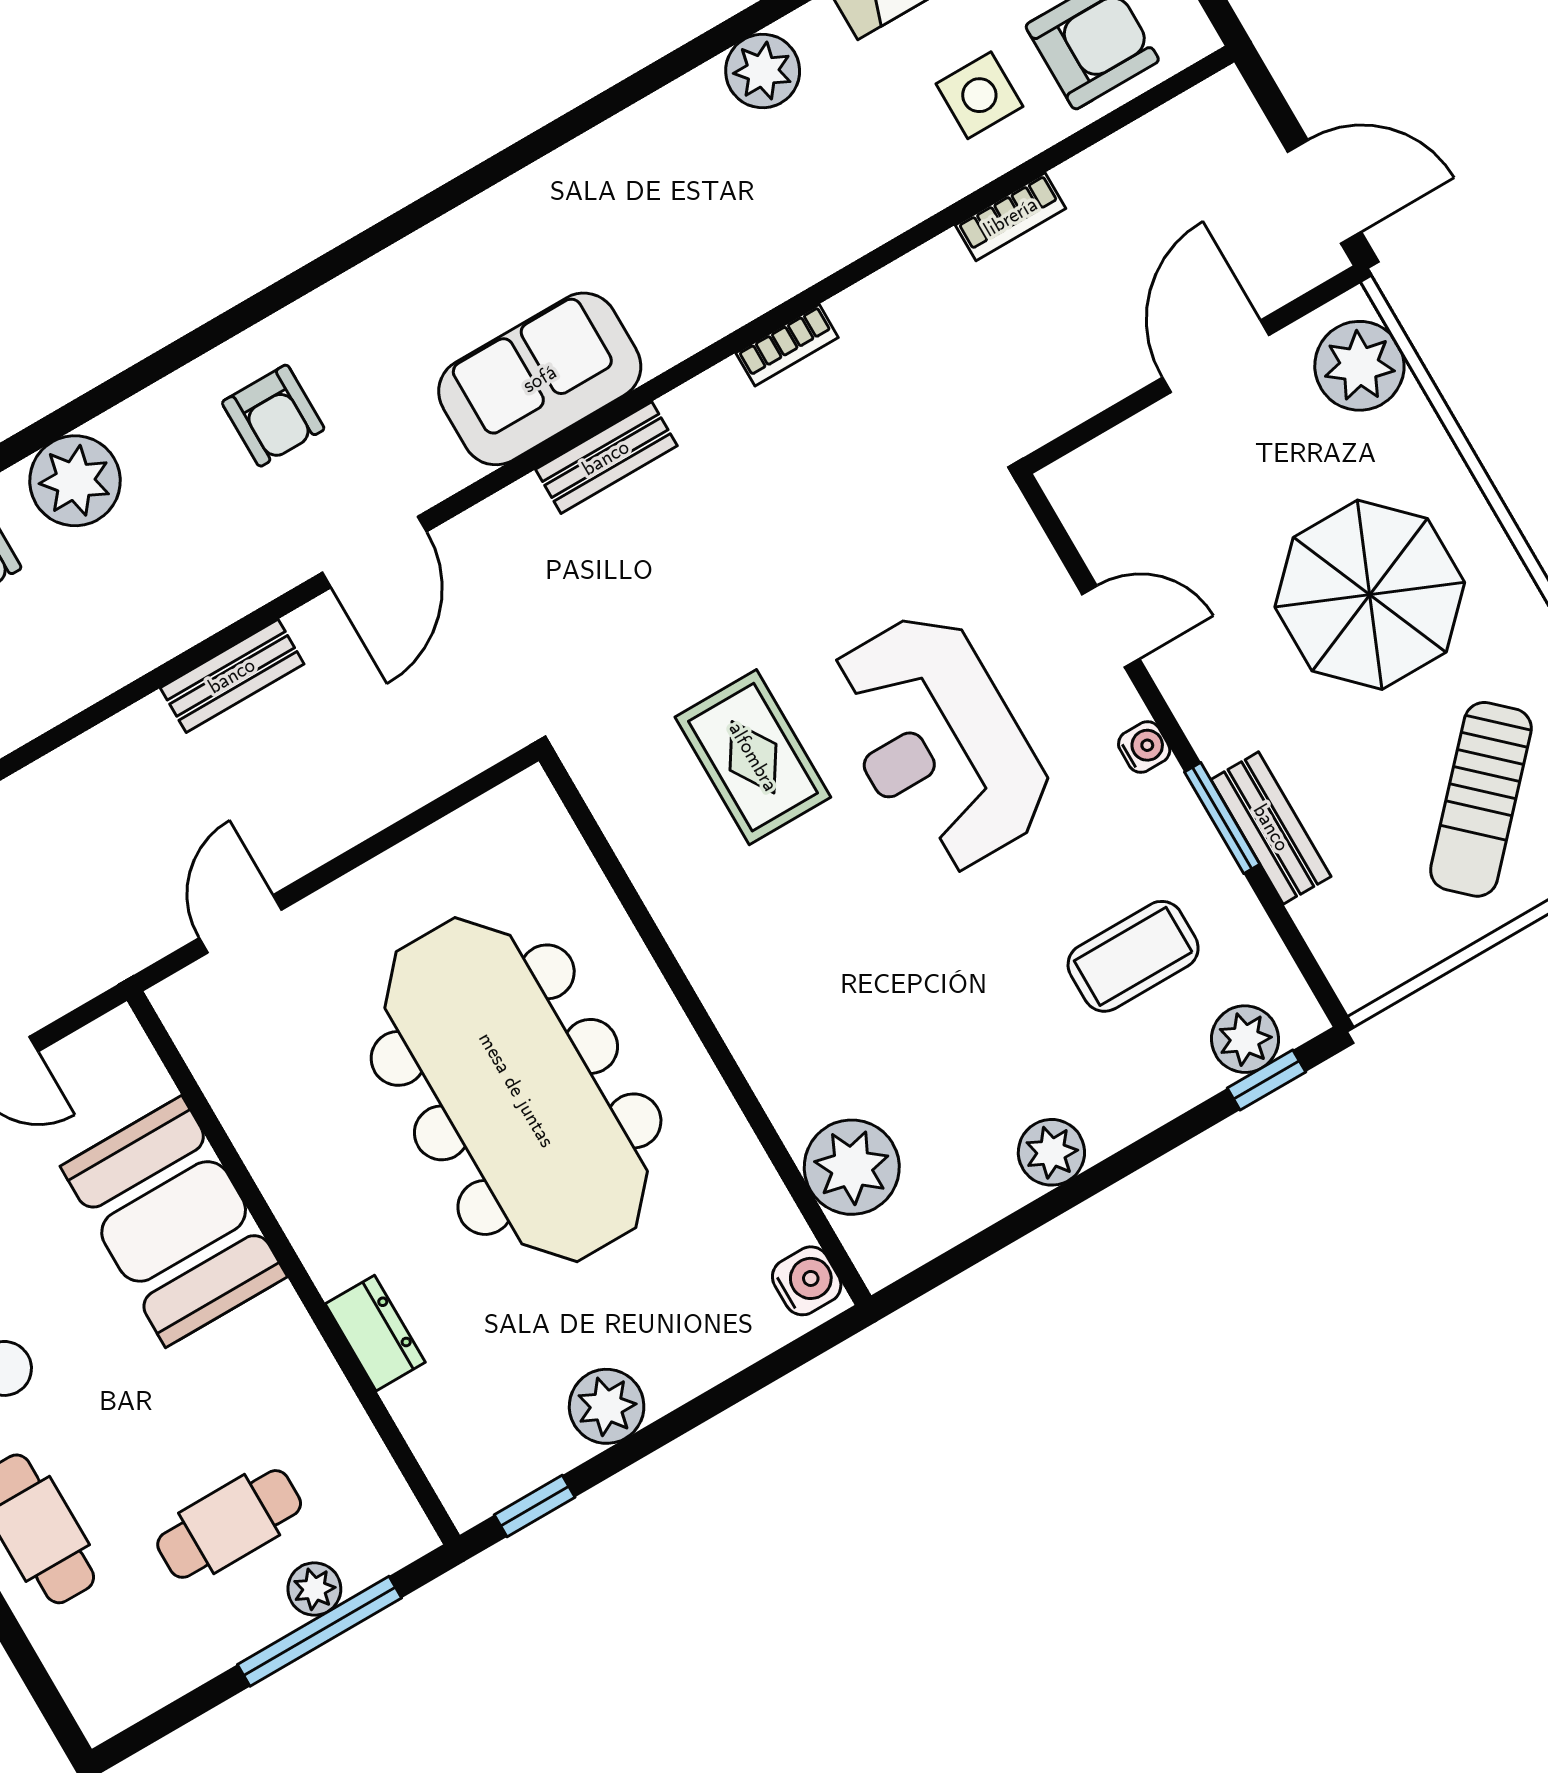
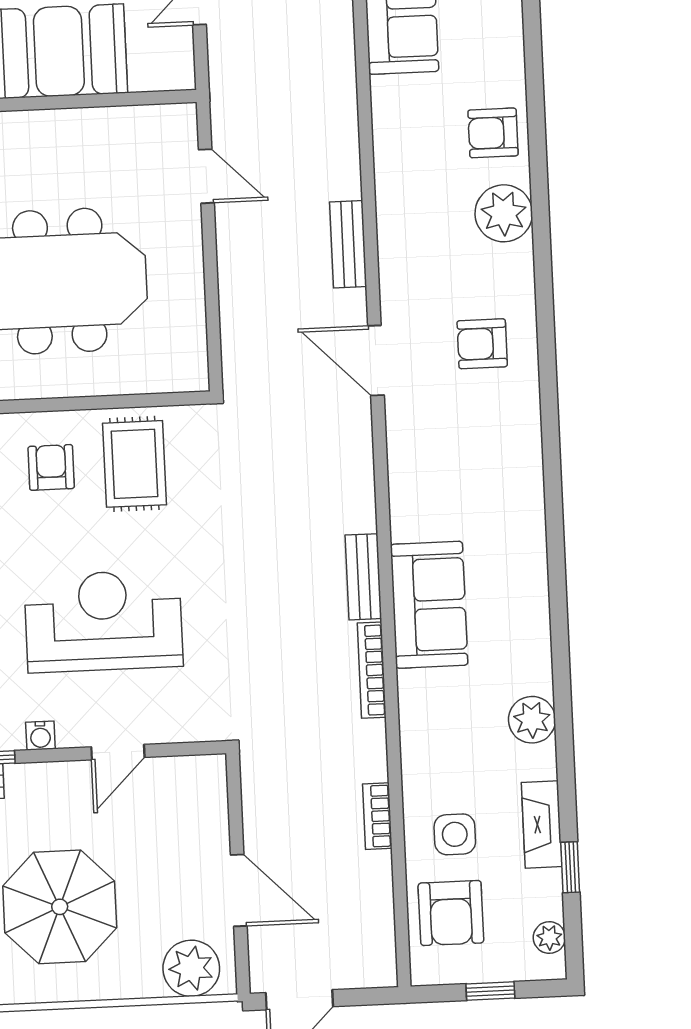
bookcase: (787, 345) -> (372, 670), width x1.56
sofa: (540, 379) -> (429, 605), moved
bench: (606, 458) -> (363, 577), moved
rug: (753, 757) -> (134, 464), moved, turned 90
armchair: (761, 928) -> (51, 467), added

